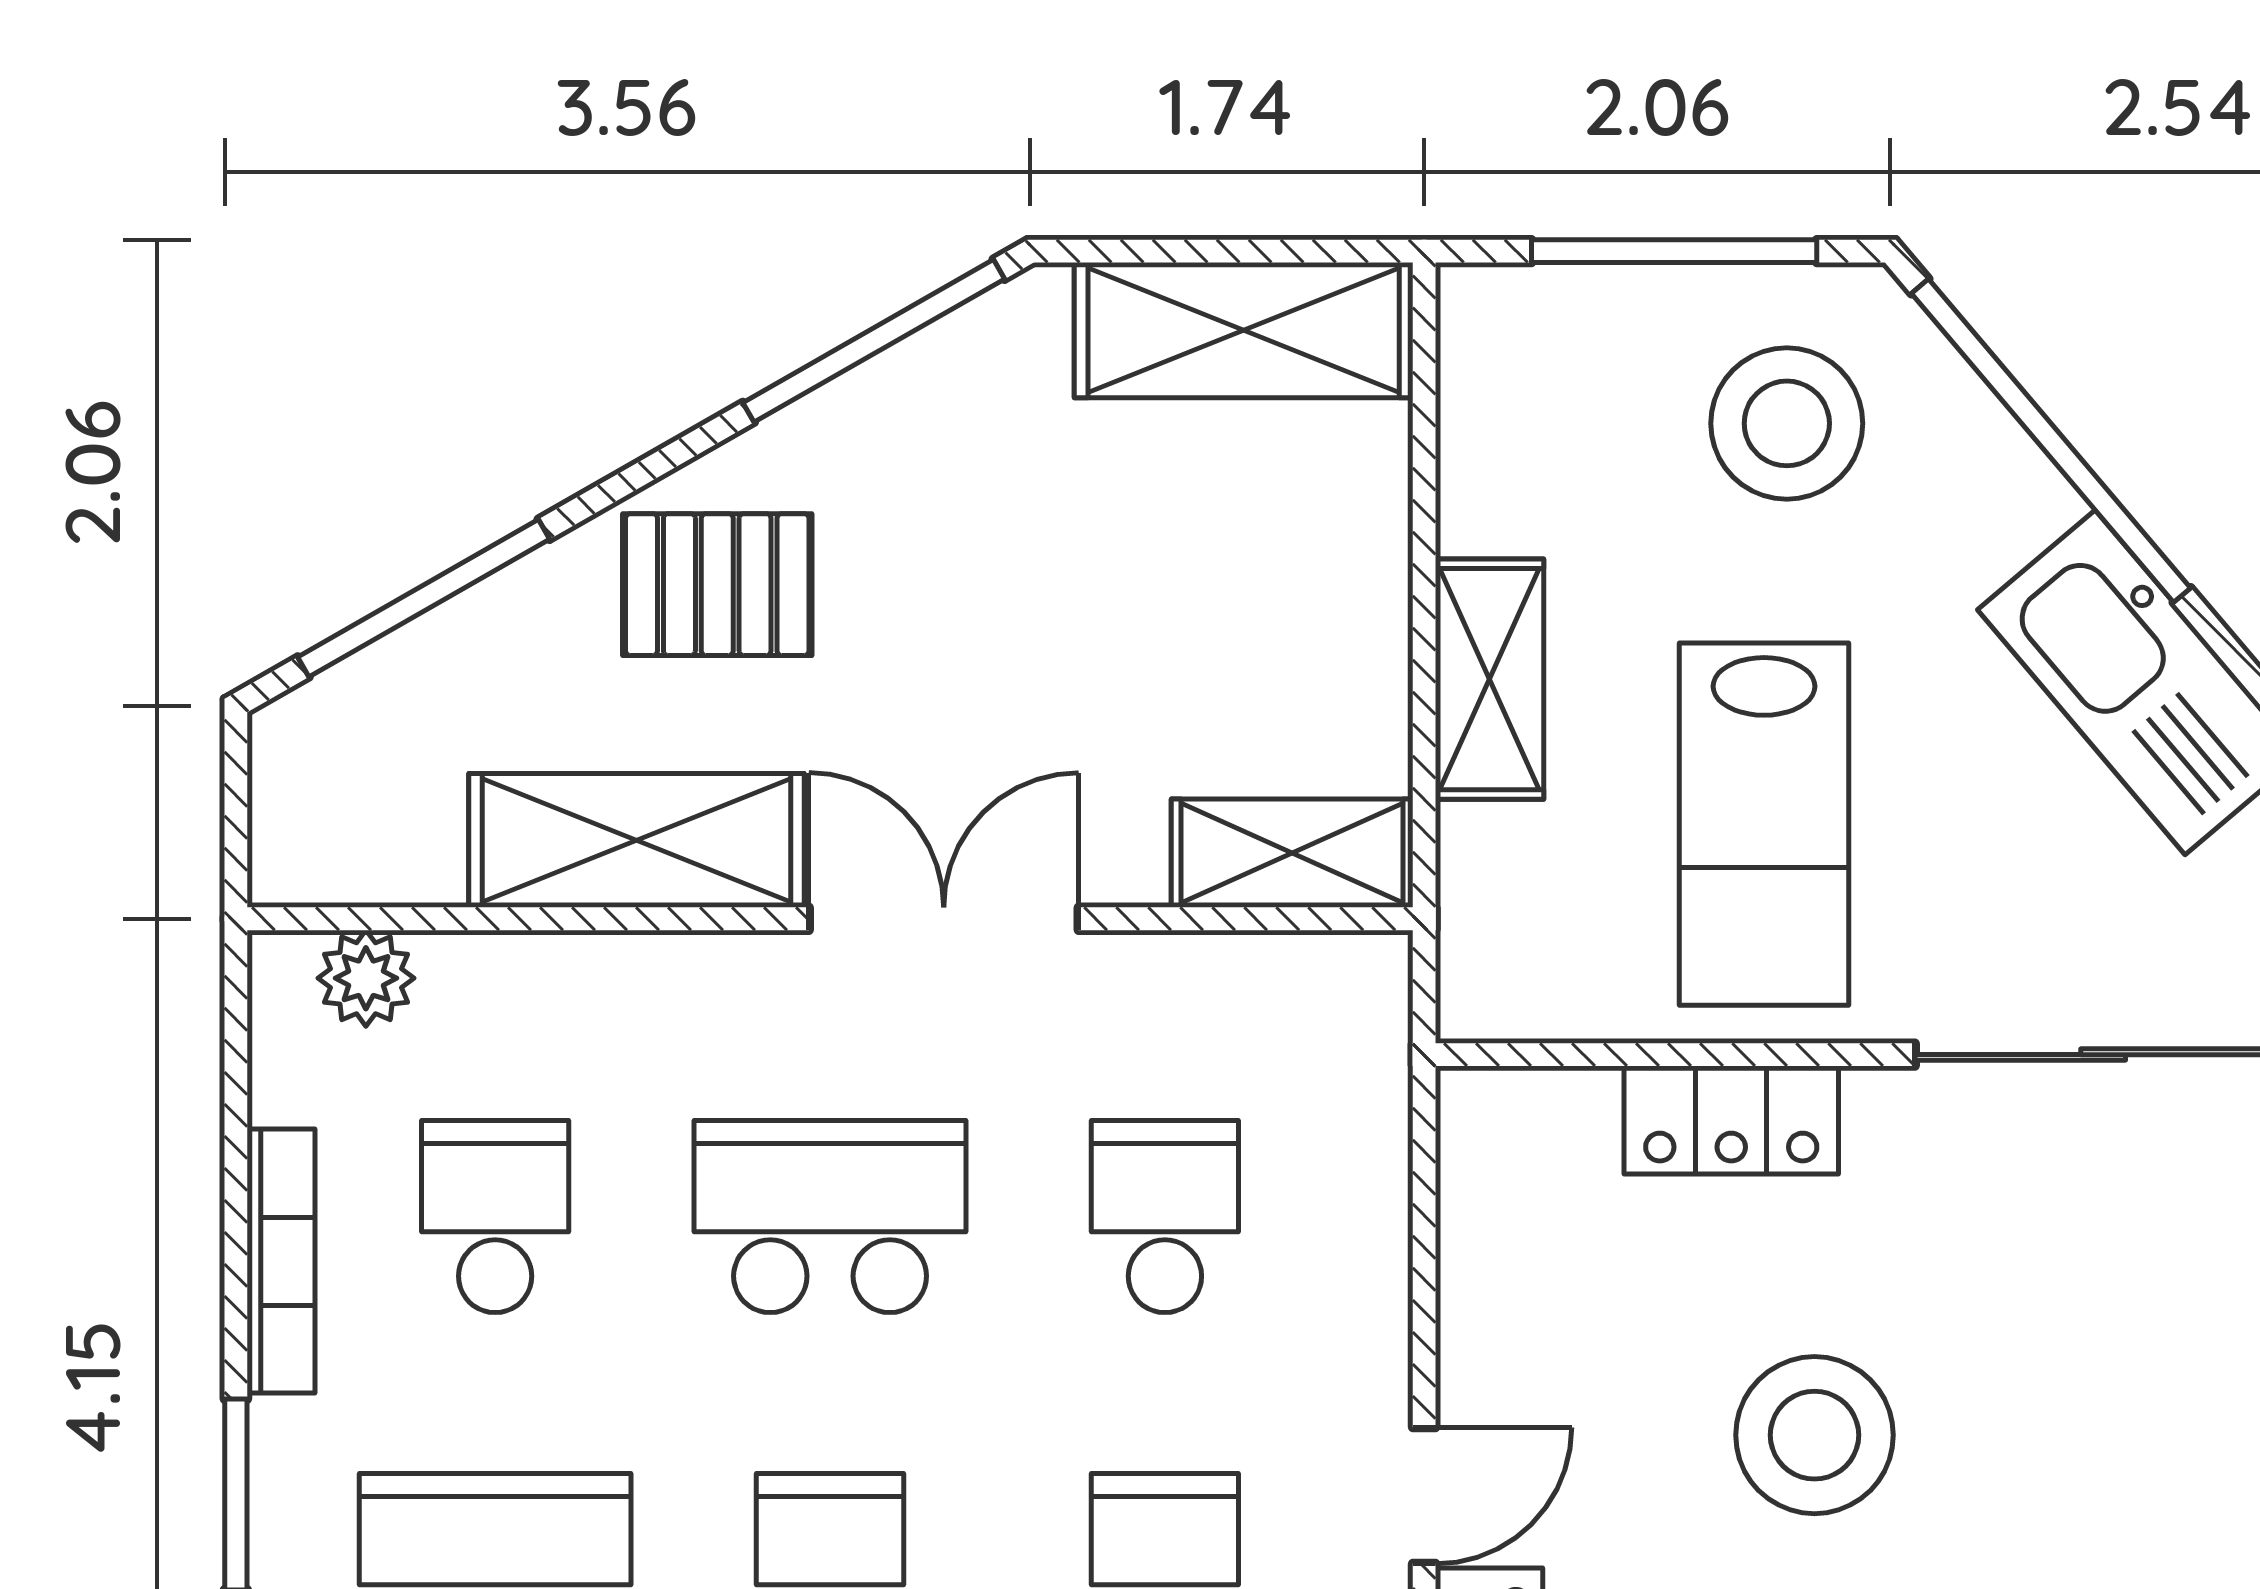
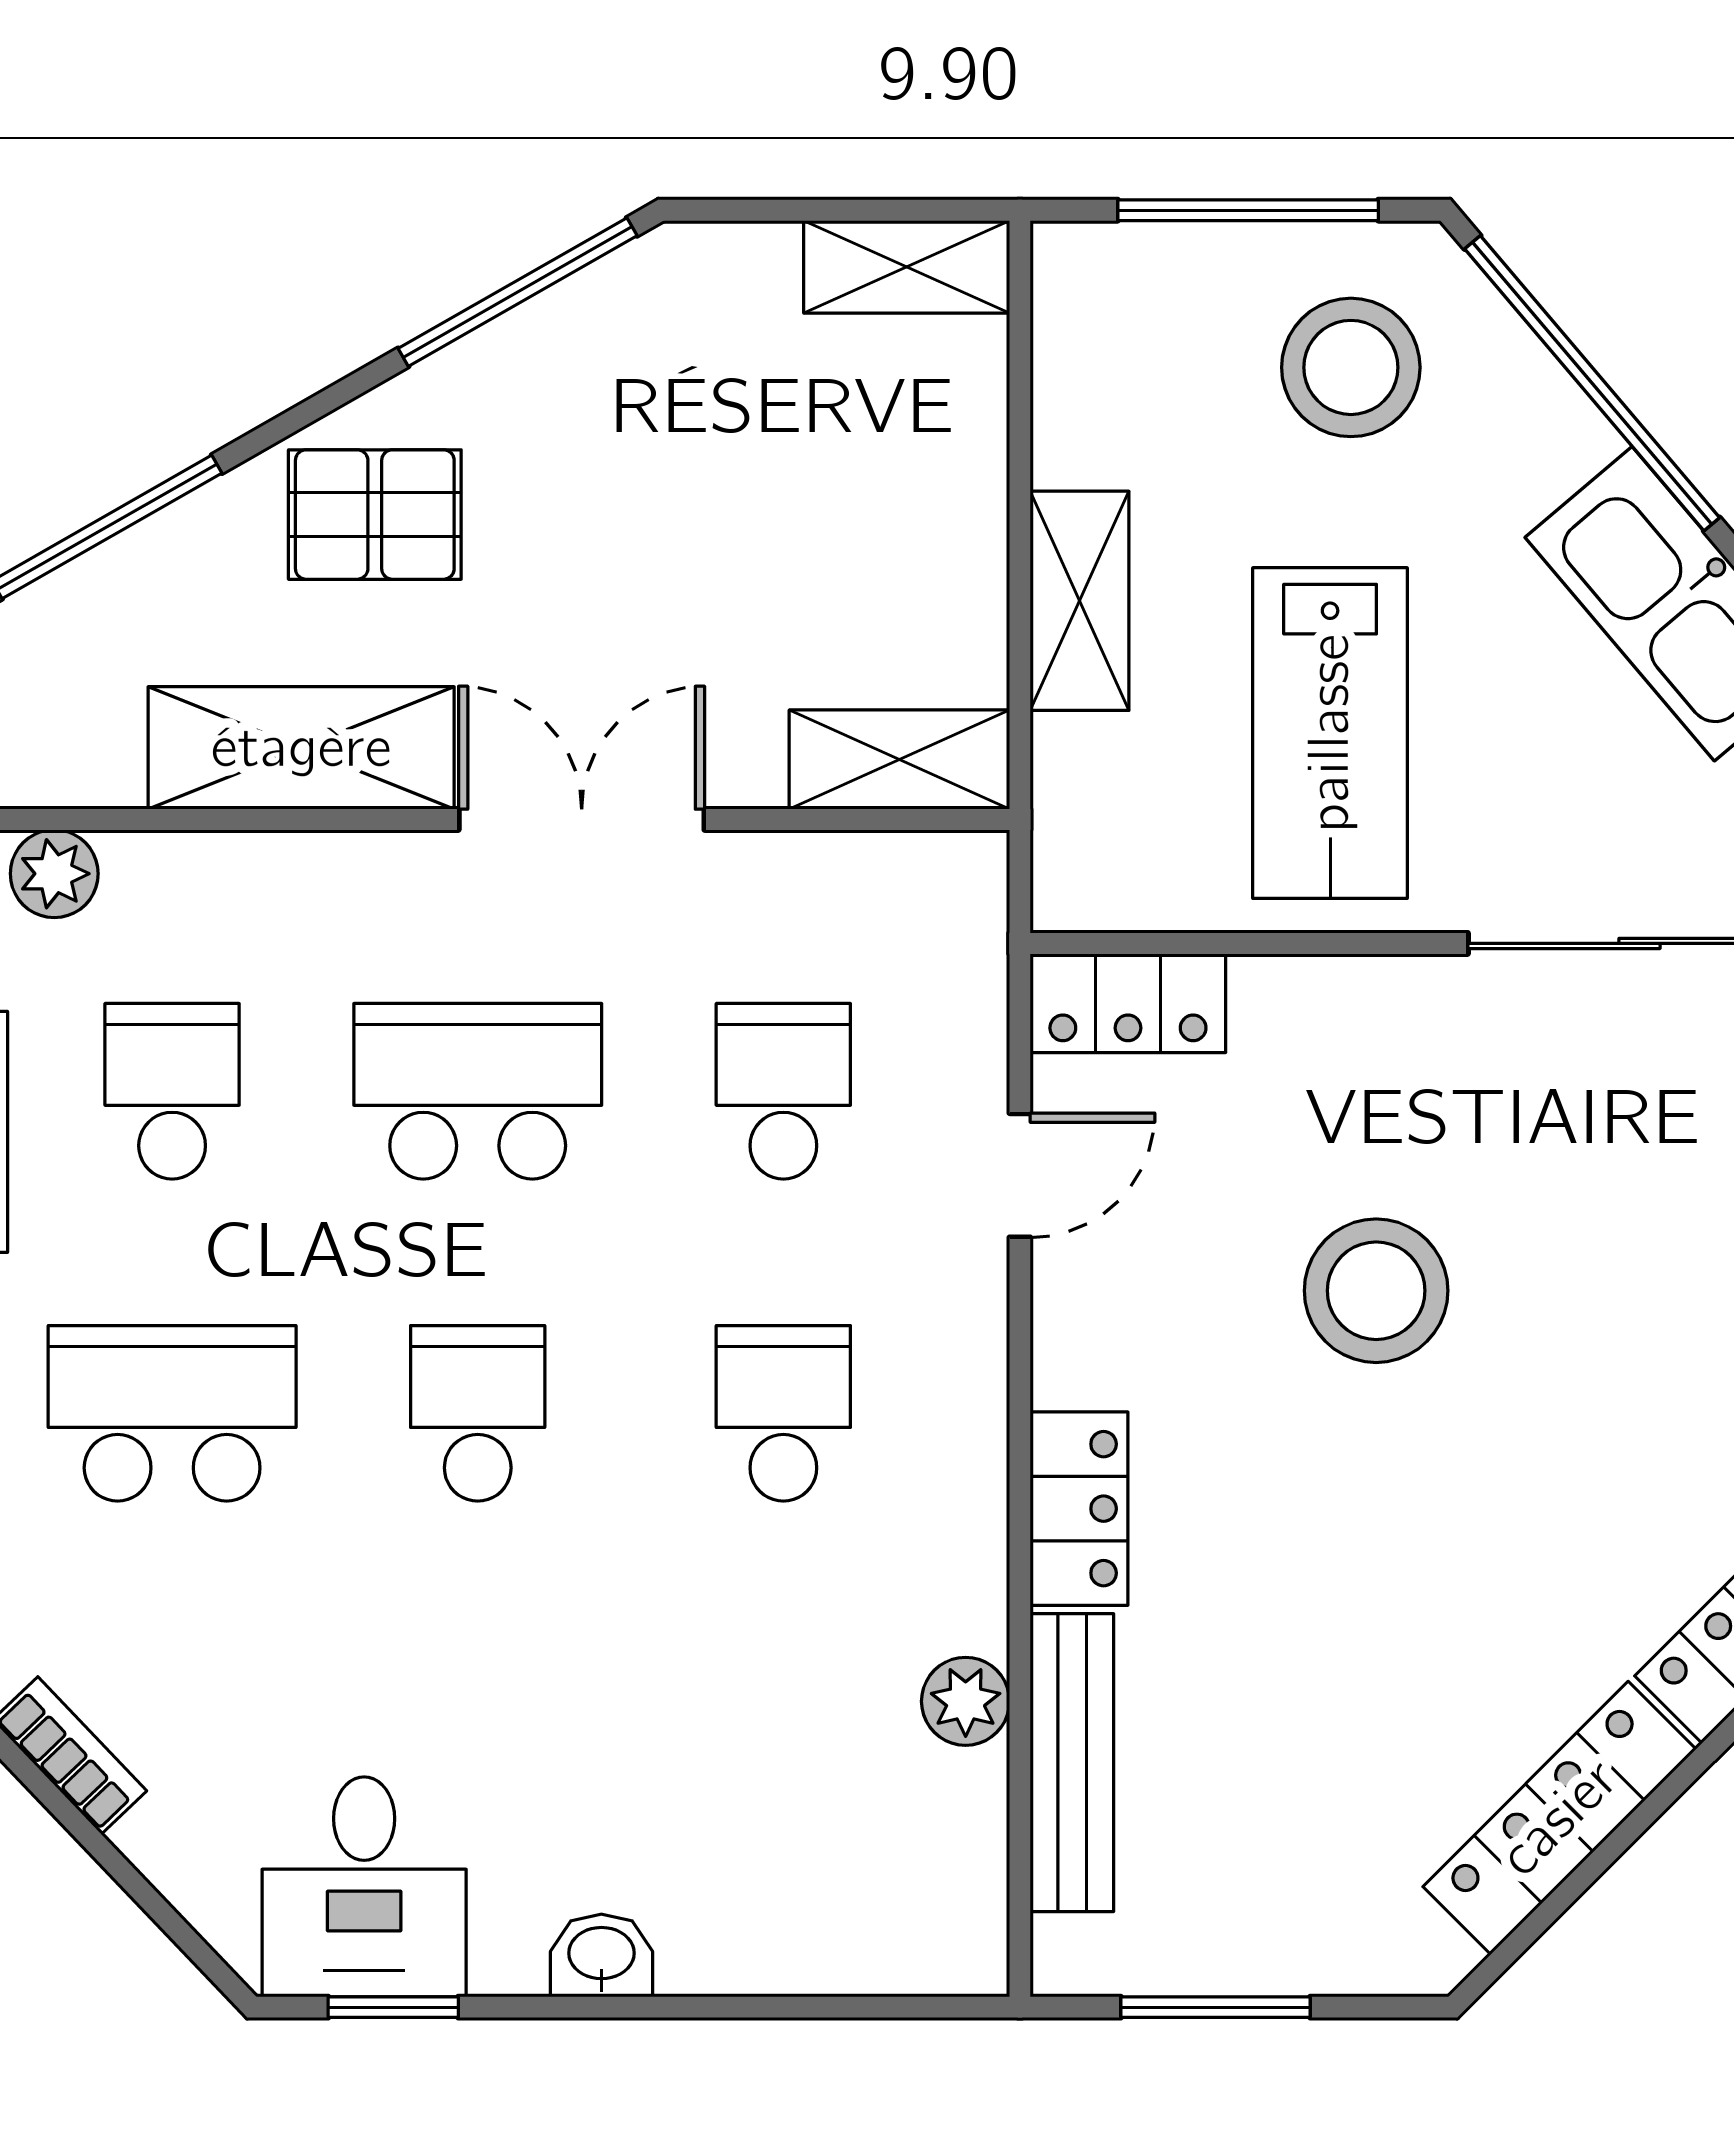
shelving: (1244, 330) -> (907, 267), width x0.67, depth x0.75
locker: (1731, 1120) -> (1128, 1003), moved
door: (1424, 1496) -> (1020, 1175), moved

